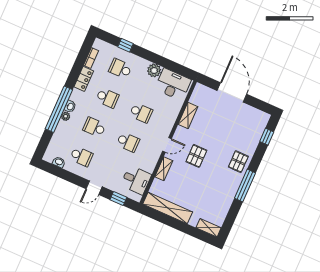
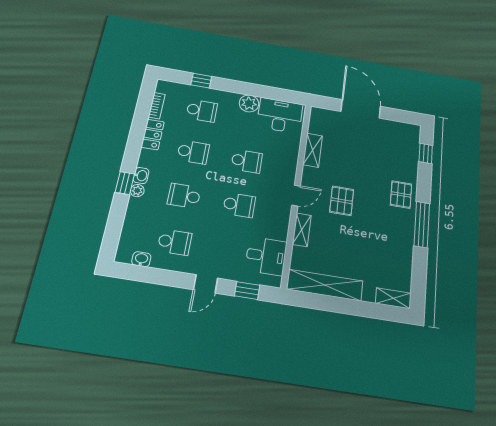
school desk: (120, 69) -> (202, 111), turned 180
window: (59, 109) -> (125, 183), width x0.32

